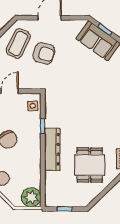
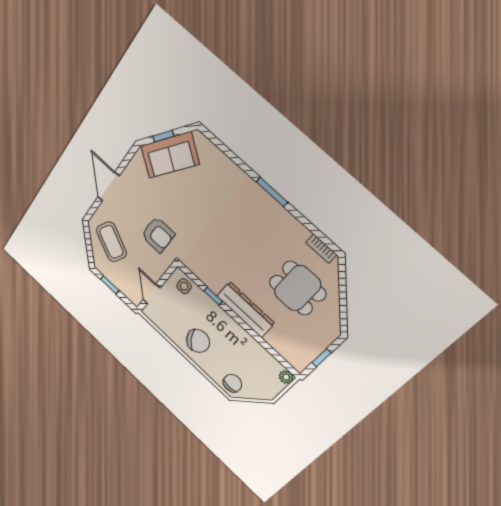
armchair: (44, 53) -> (158, 235), moved, turned 73
plant: (31, 197) -> (286, 377), width x0.53, depth x0.53

